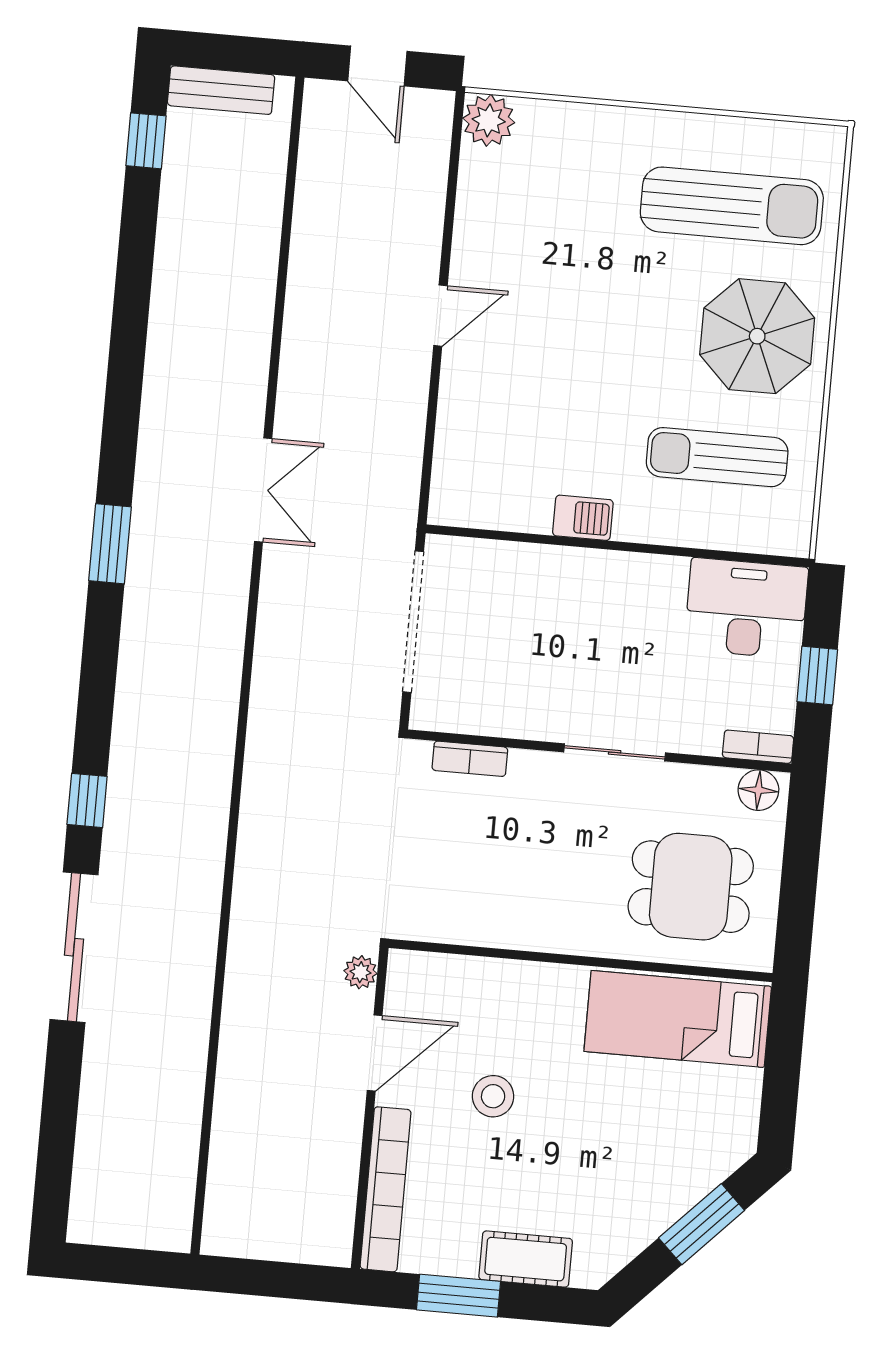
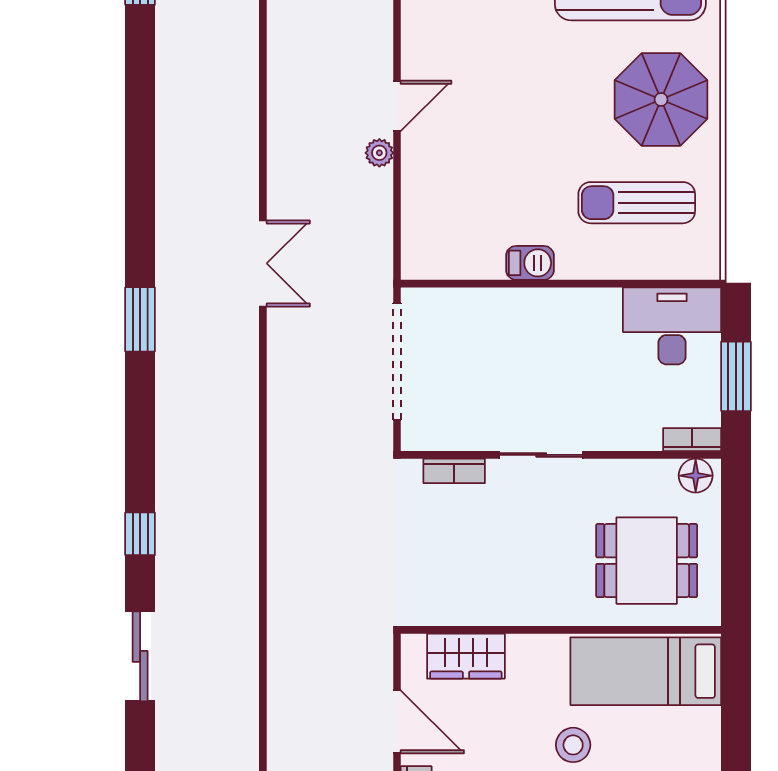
window: (817, 676) -> (736, 376), width x1.50
sliding door: (615, 752) -> (541, 455), moved
sliding door: (74, 947) -> (140, 656), width x0.73
plant: (360, 972) -> (379, 153), moved
wardrobe: (464, 982) -> (466, 656), added
door: (375, 1053) -> (397, 722), hinge flipped
stool: (493, 1096) -> (573, 745), moved

